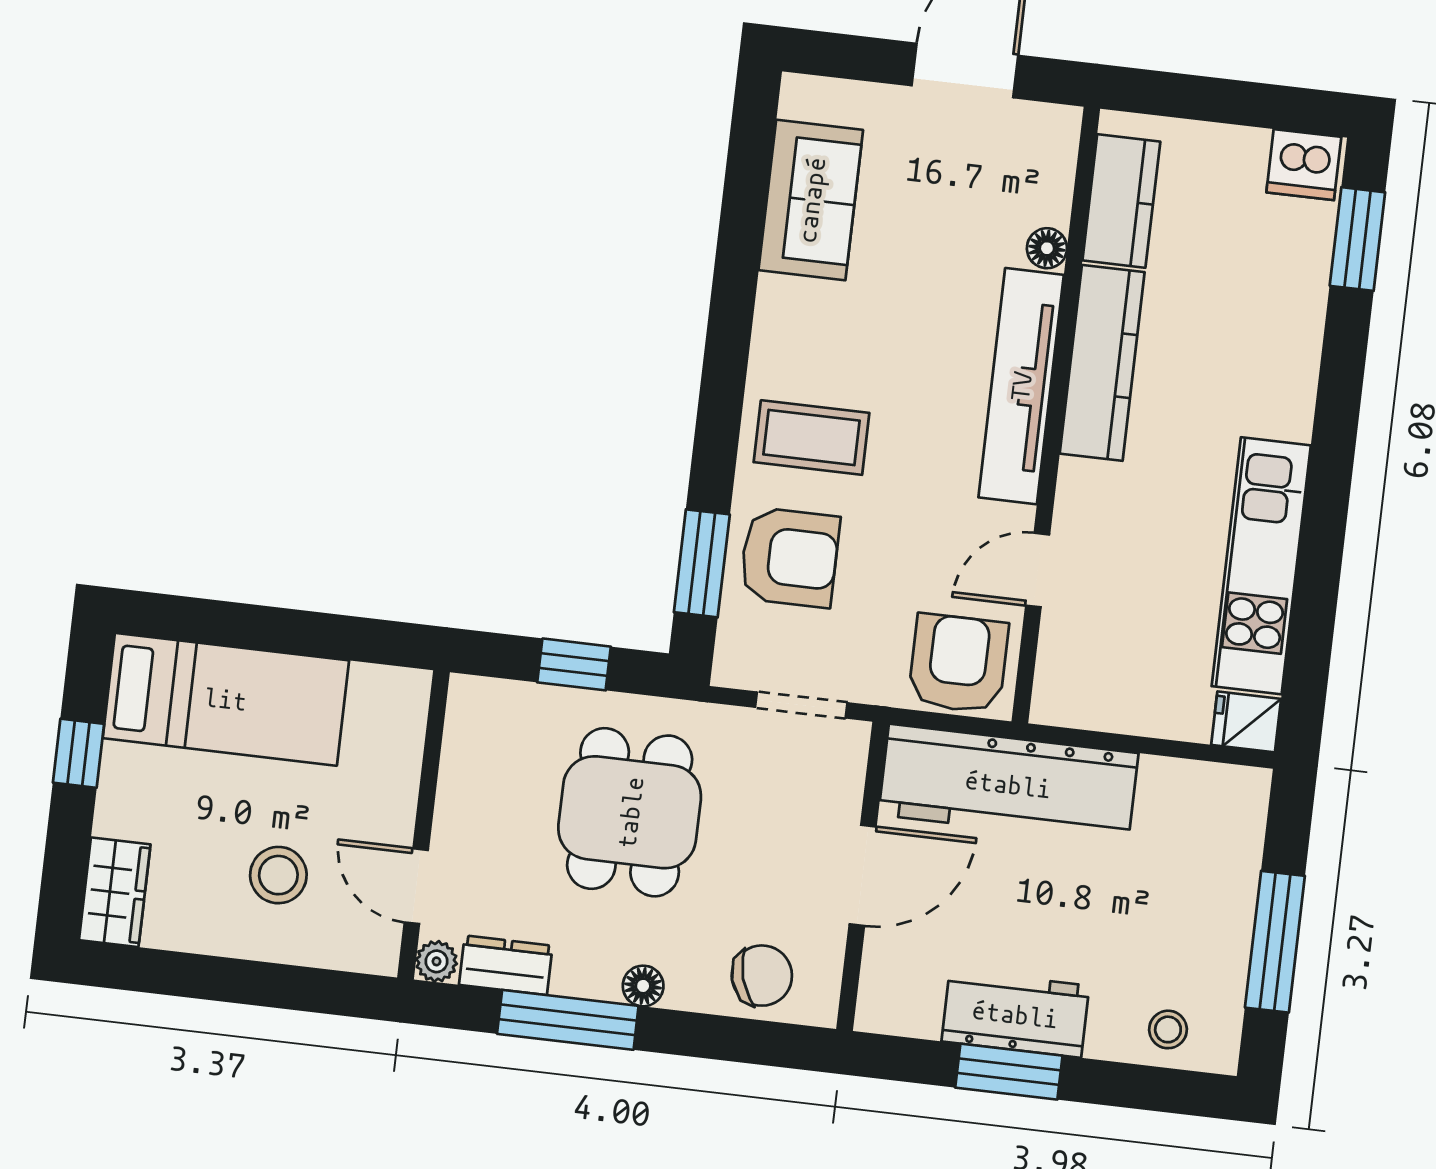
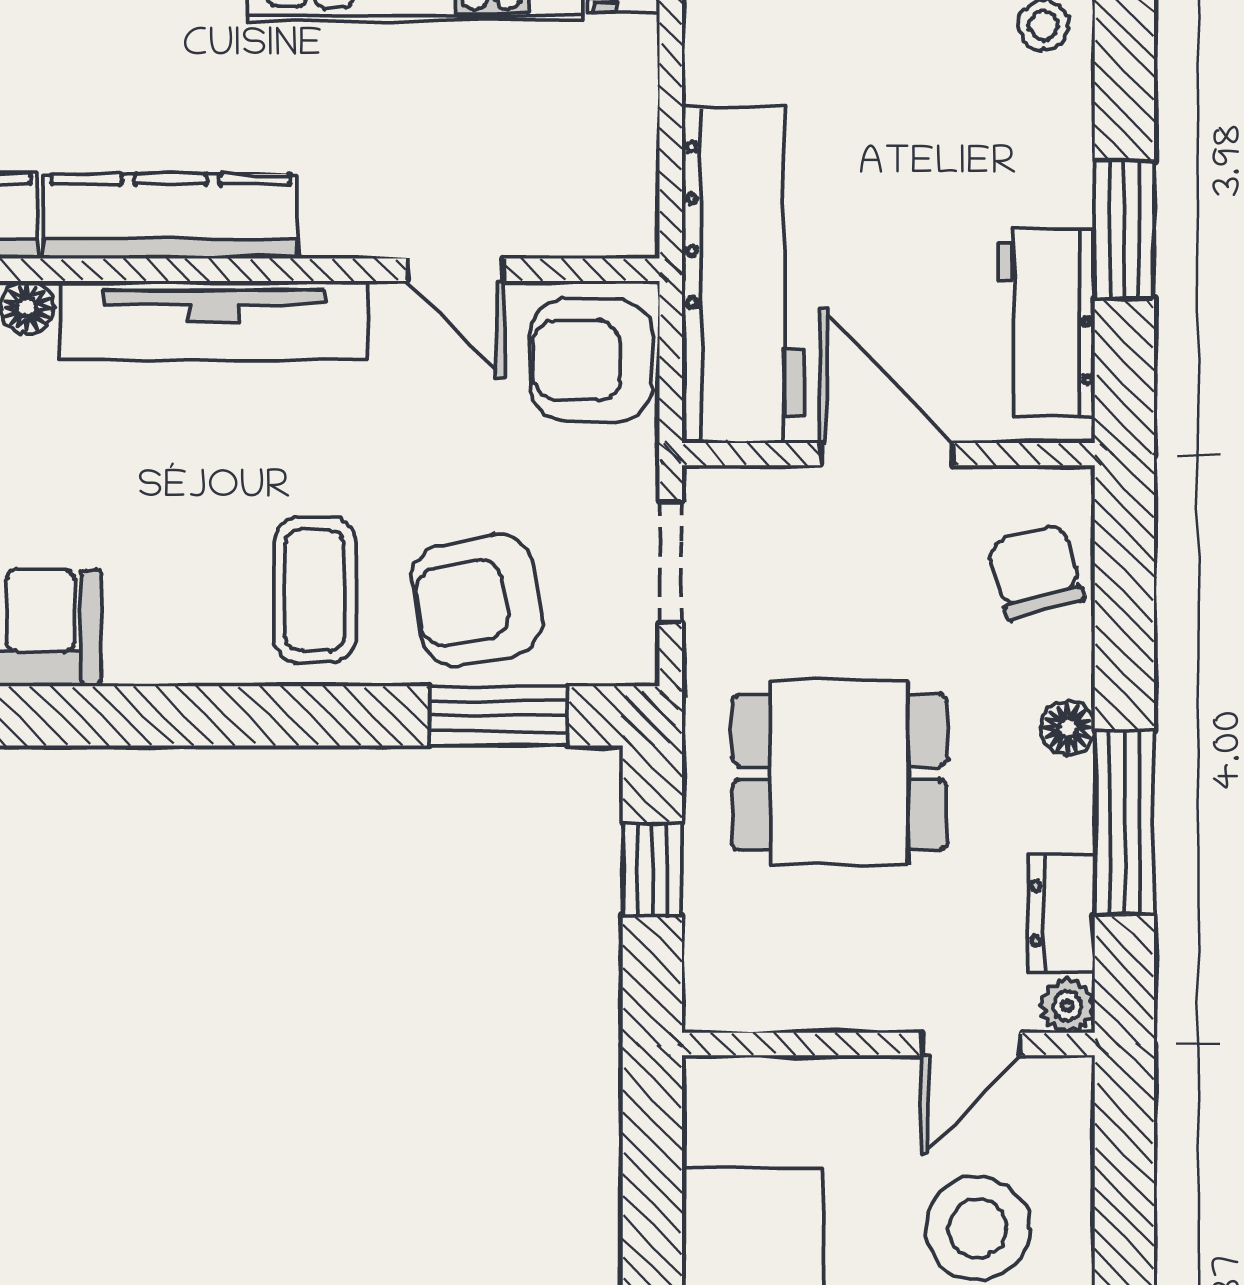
armchair: (790, 557) -> (477, 600), turned -100
stool: (278, 875) -> (978, 1228), width x1.38, depth x1.38
workbench: (1015, 1014) -> (1046, 323), moved

